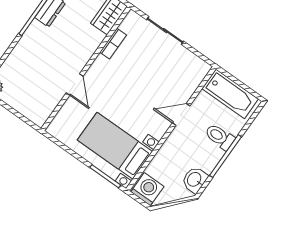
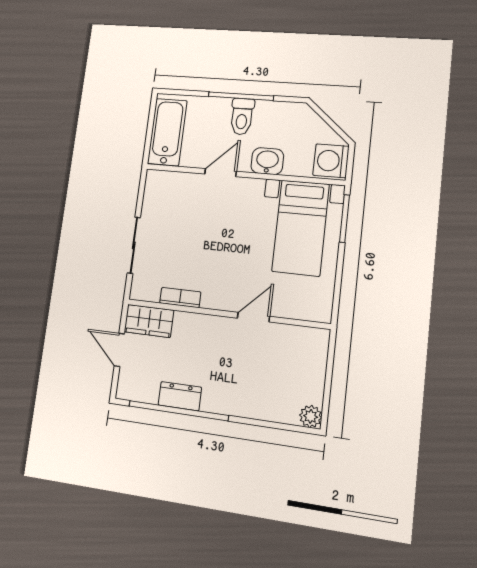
door: (181, 114) -> (221, 173), swing flipped
toilet: (220, 137) -> (242, 117), moved
washbasin: (195, 180) -> (267, 161), moved, turned 180

